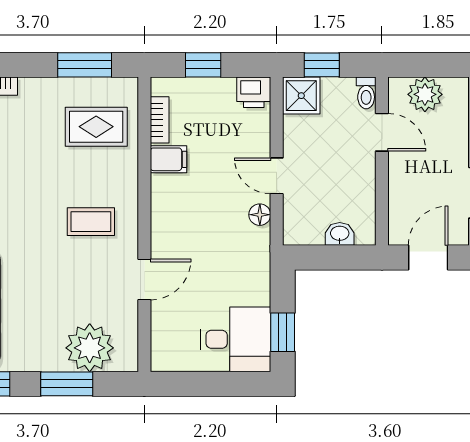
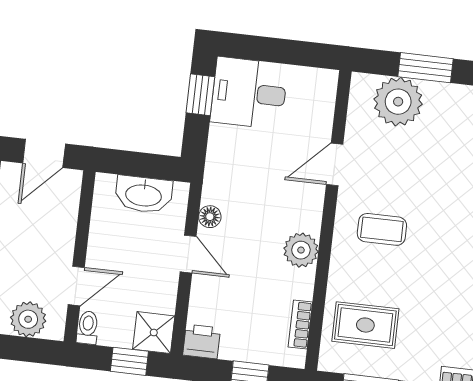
door: (382, 132) -> (76, 286), swing flipped
filing cabinet: (169, 159) -> (296, 284), removed
plant: (167, 192) -> (301, 250), added
washbasin: (340, 234) -> (144, 194), width x1.91, depth x1.45

